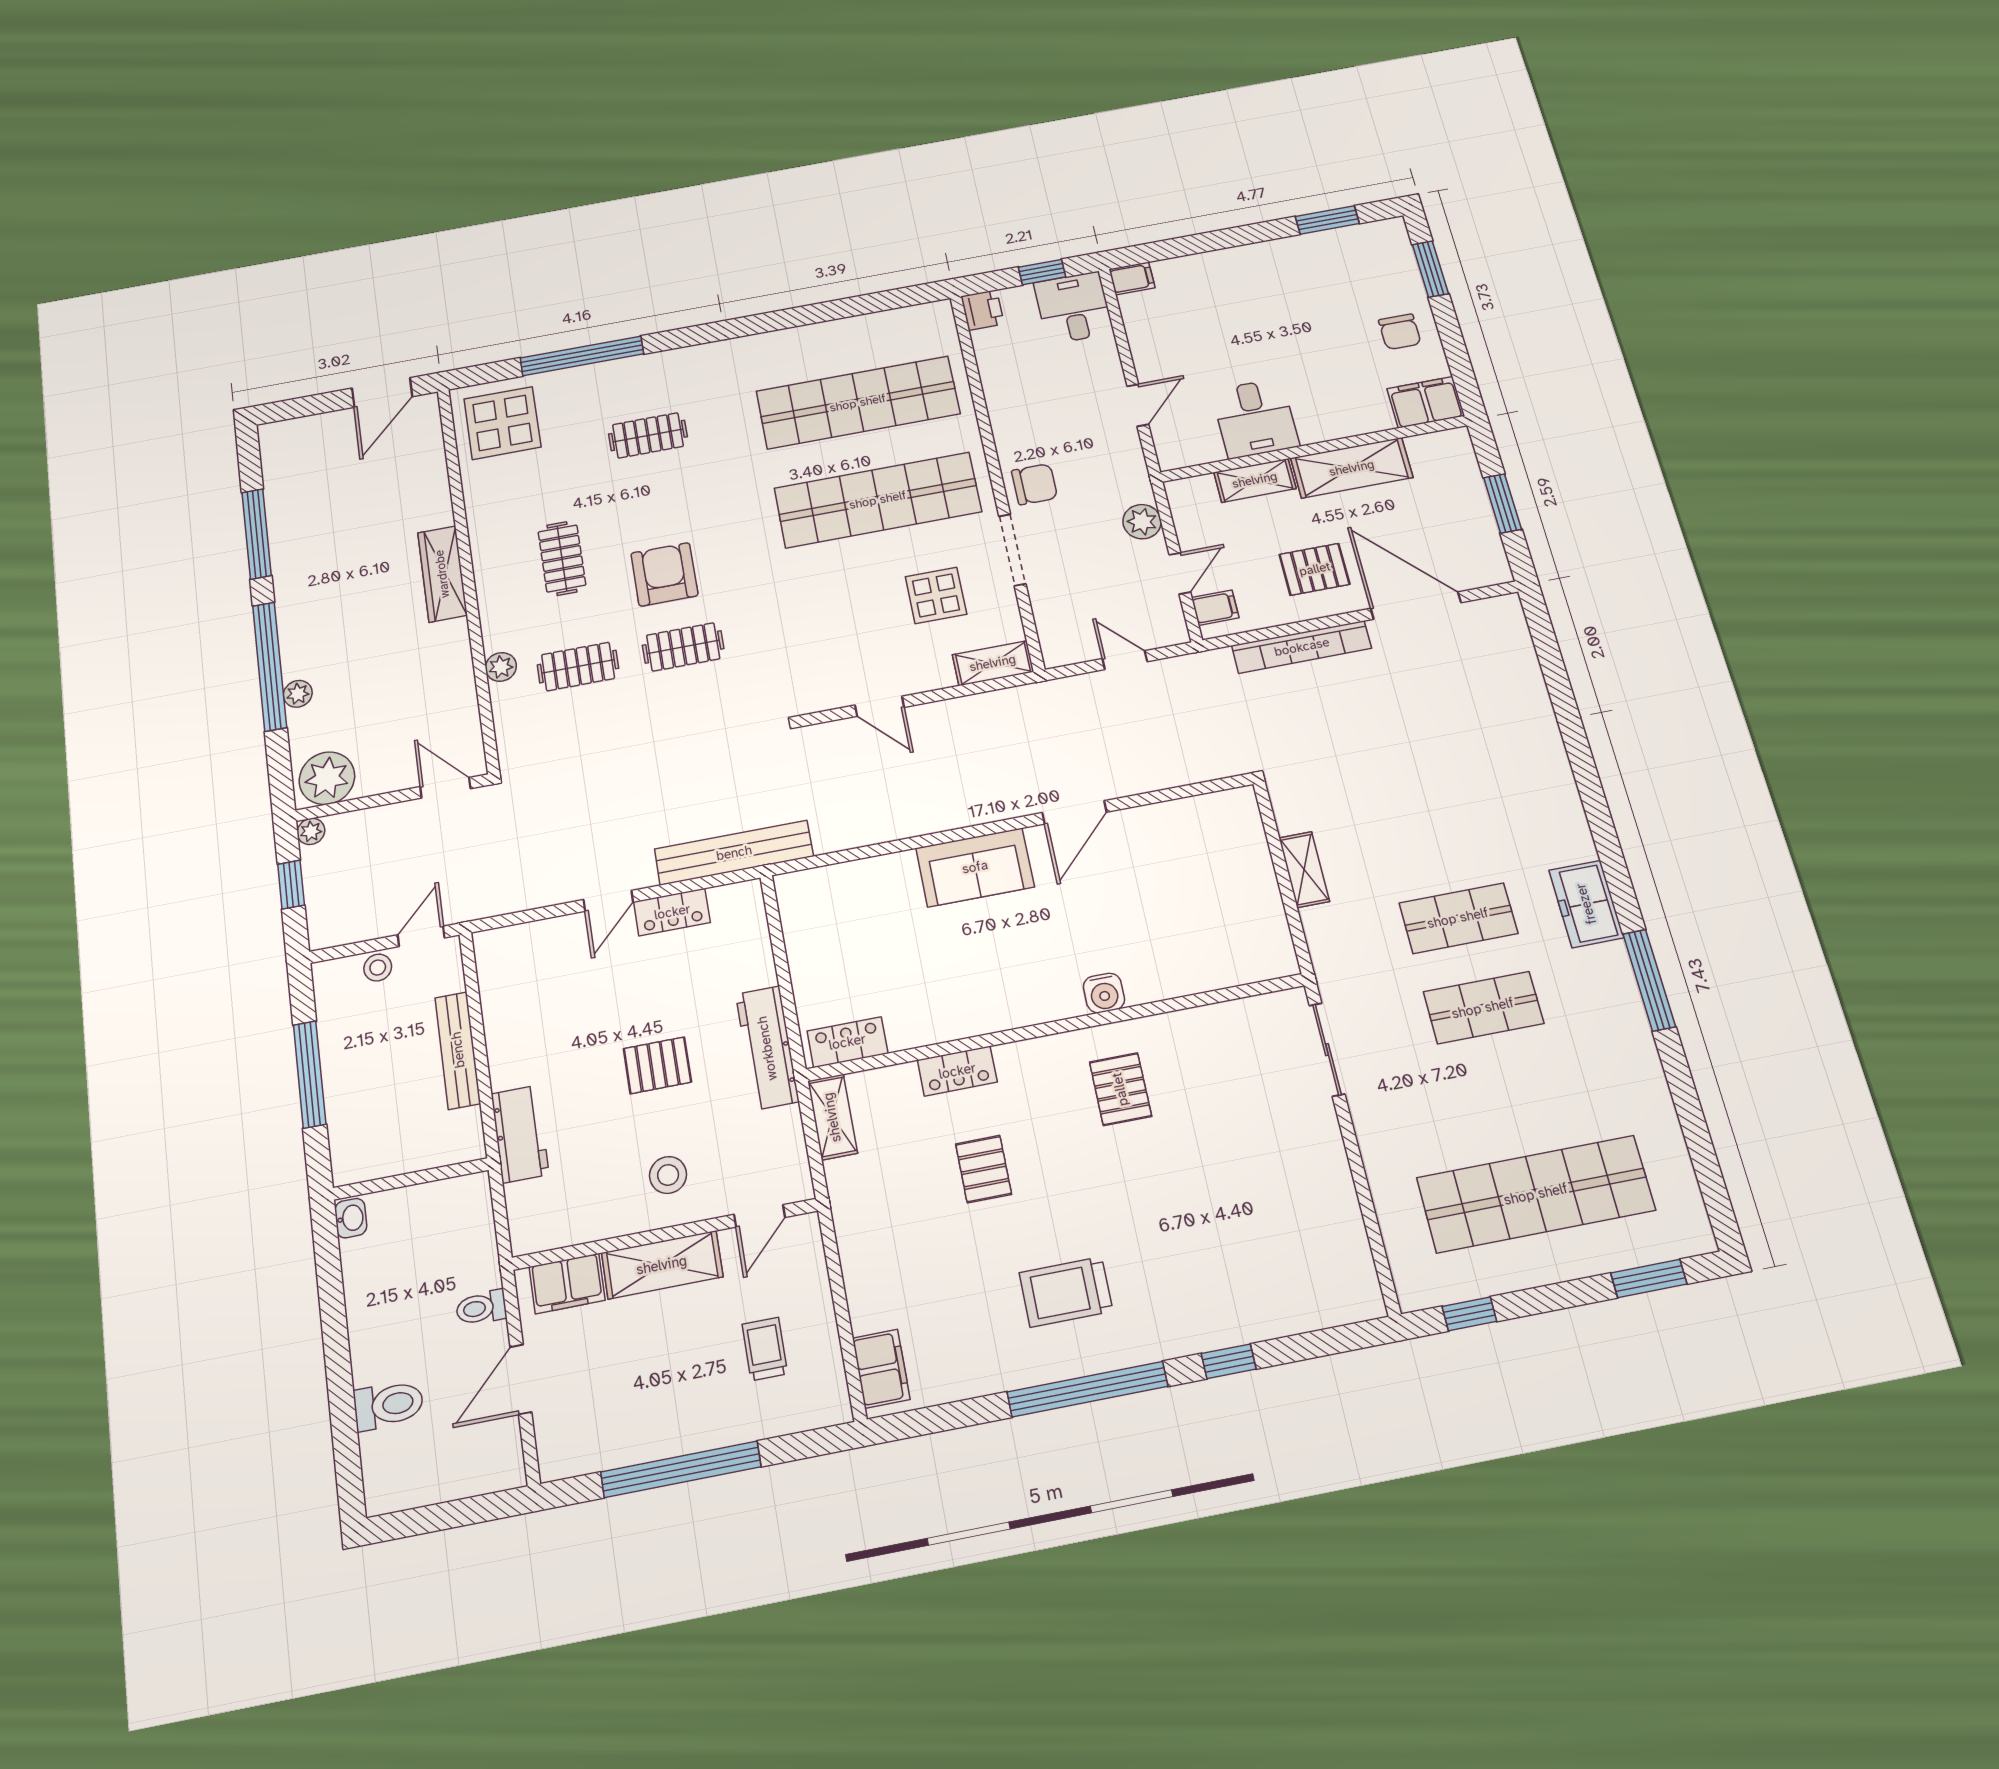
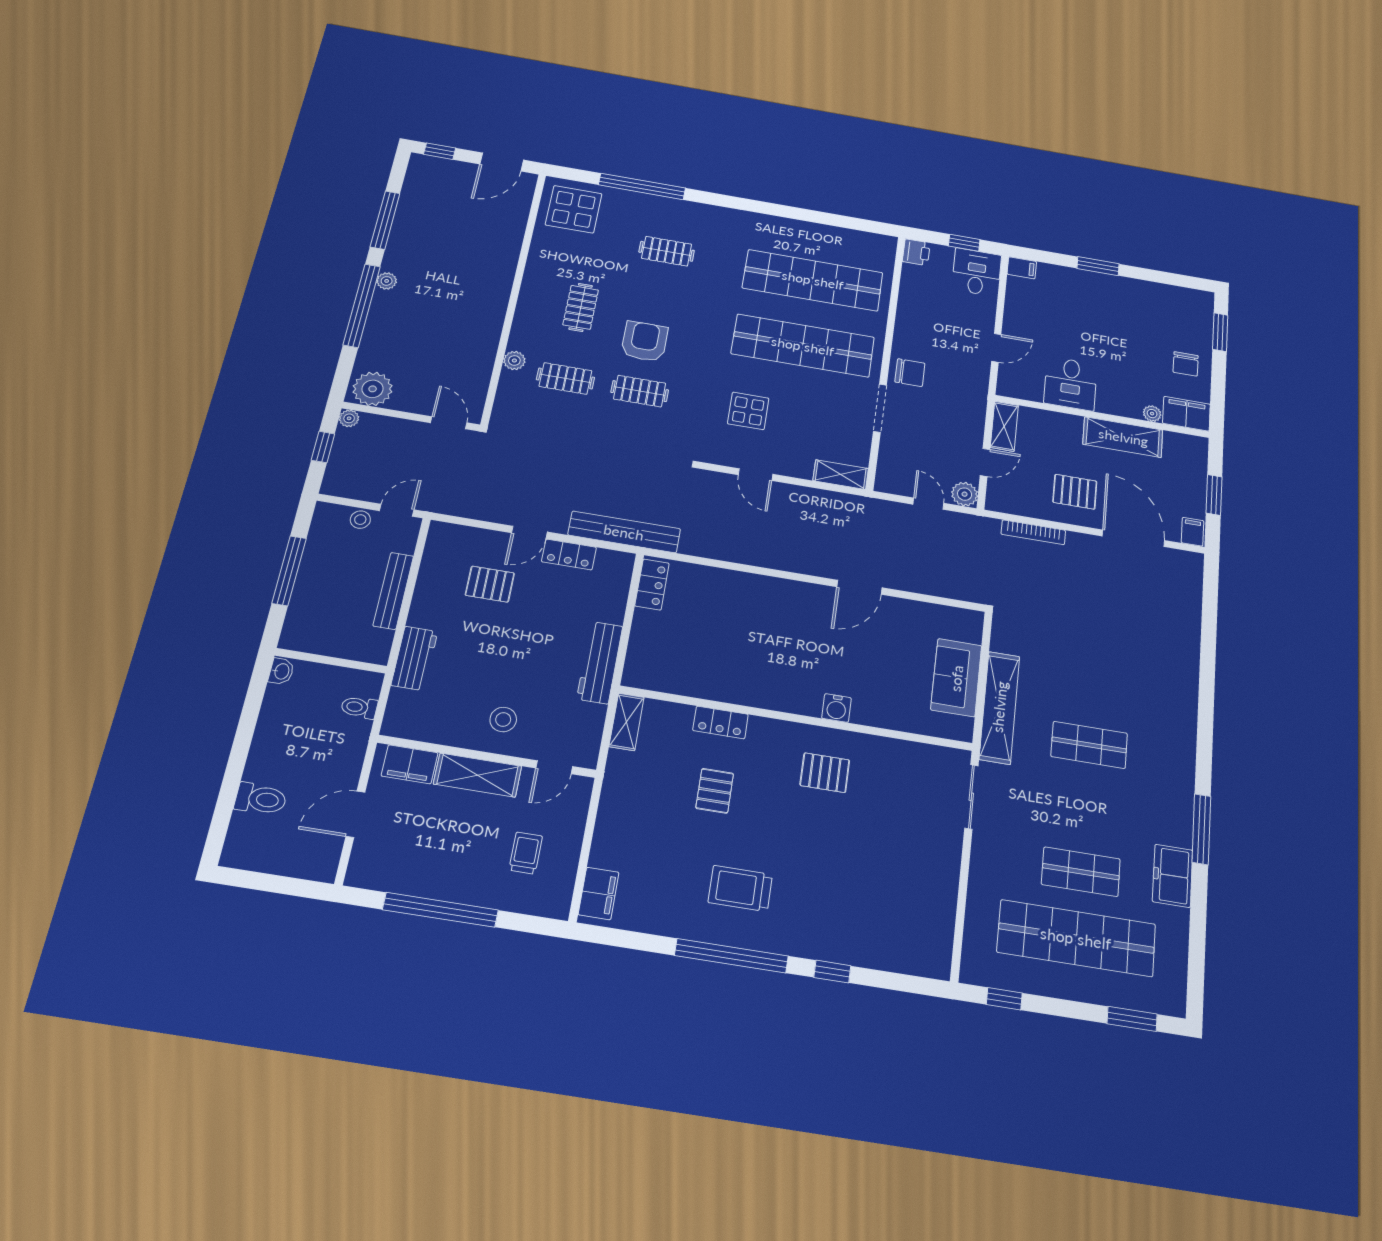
window: (1327, 220) -> (1098, 266), moved
window: (294, 409) -> (440, 151), added
plant: (1379, 419) -> (1152, 414), added
shelving: (1255, 480) -> (1004, 426), moved, turned 90
plant: (1142, 522) -> (965, 494), moved
wardrobe: (442, 574) -> (498, 289), removed
display table: (936, 595) -> (748, 411), moved
filing cabinet: (1215, 608) -> (1193, 532), moved, turned -90
bookcase: (1302, 647) -> (1033, 532), width x0.68, depth x0.76
plant: (298, 694) -> (387, 281), moved
sofa: (975, 867) -> (956, 678), moved, turned 90
shelving: (1304, 870) -> (999, 707), width x2.20, depth x1.33
freezer: (1586, 904) -> (1173, 876), moved
shop shelf: (1483, 1008) -> (1081, 872), moved
locker: (847, 1042) -> (652, 585), moved, turned 90
pallet: (657, 1065) -> (490, 584), moved
pallet: (1120, 1089) -> (825, 773), turned 90
toilet: (481, 1308) -> (359, 707), moved

